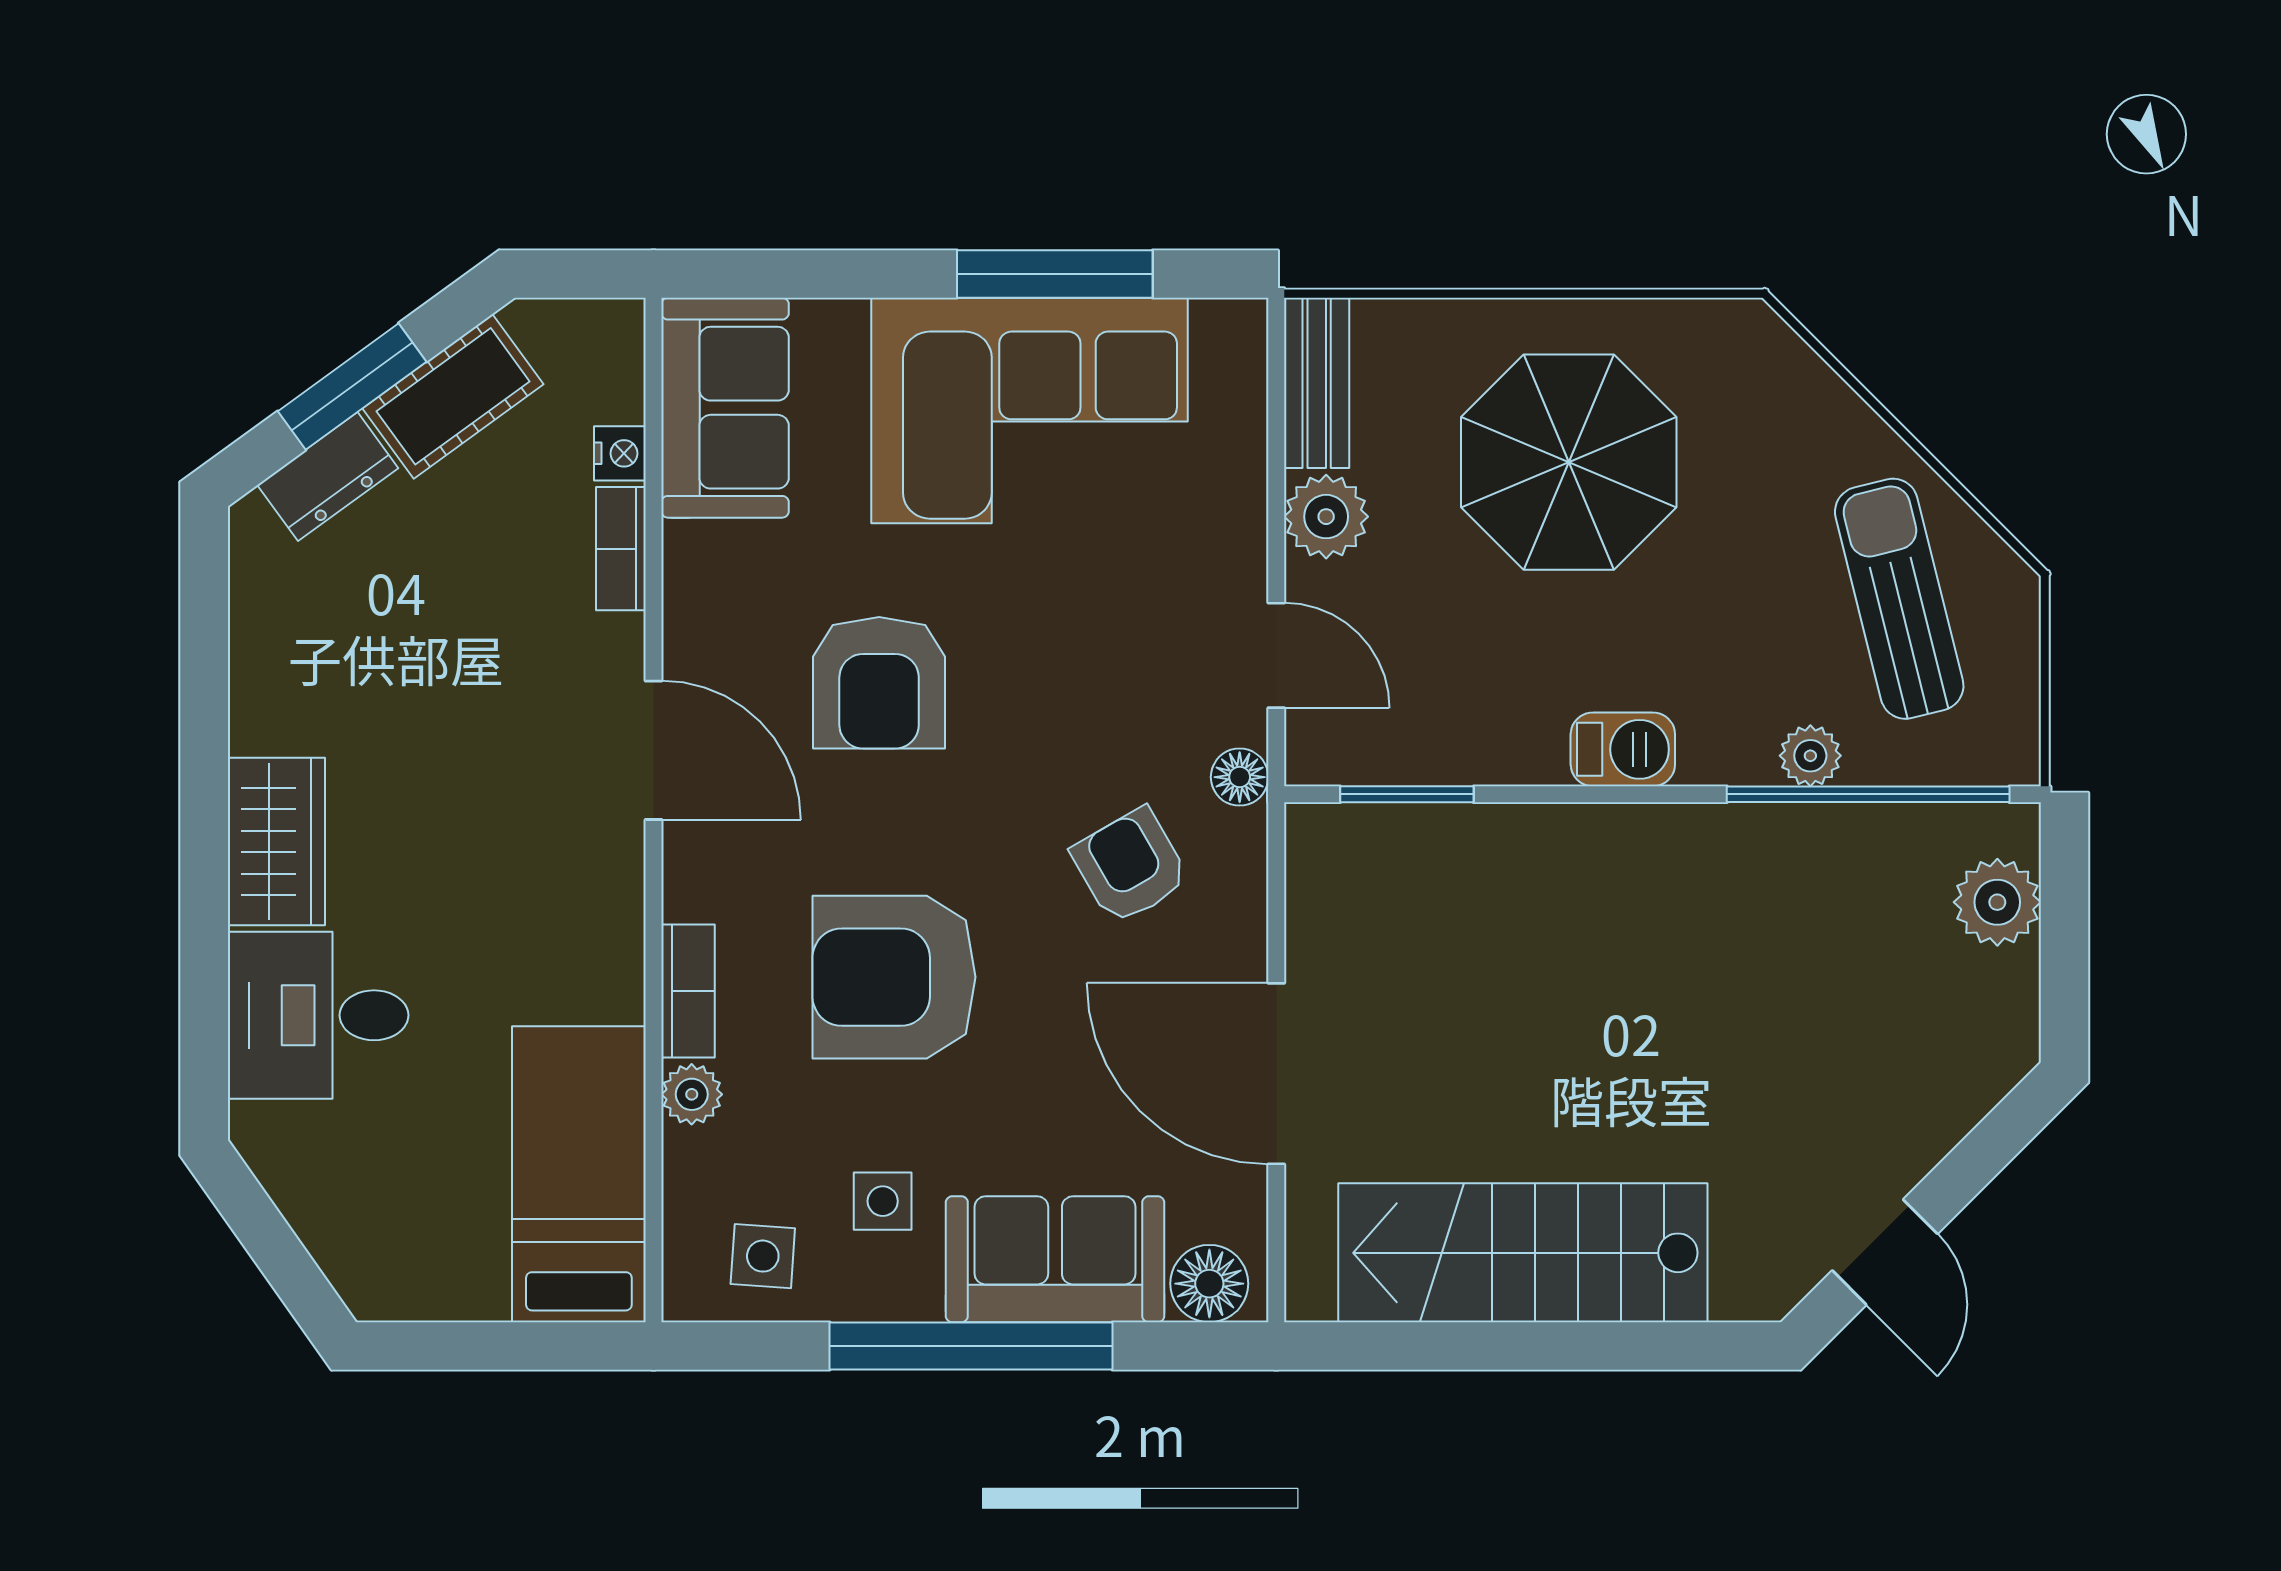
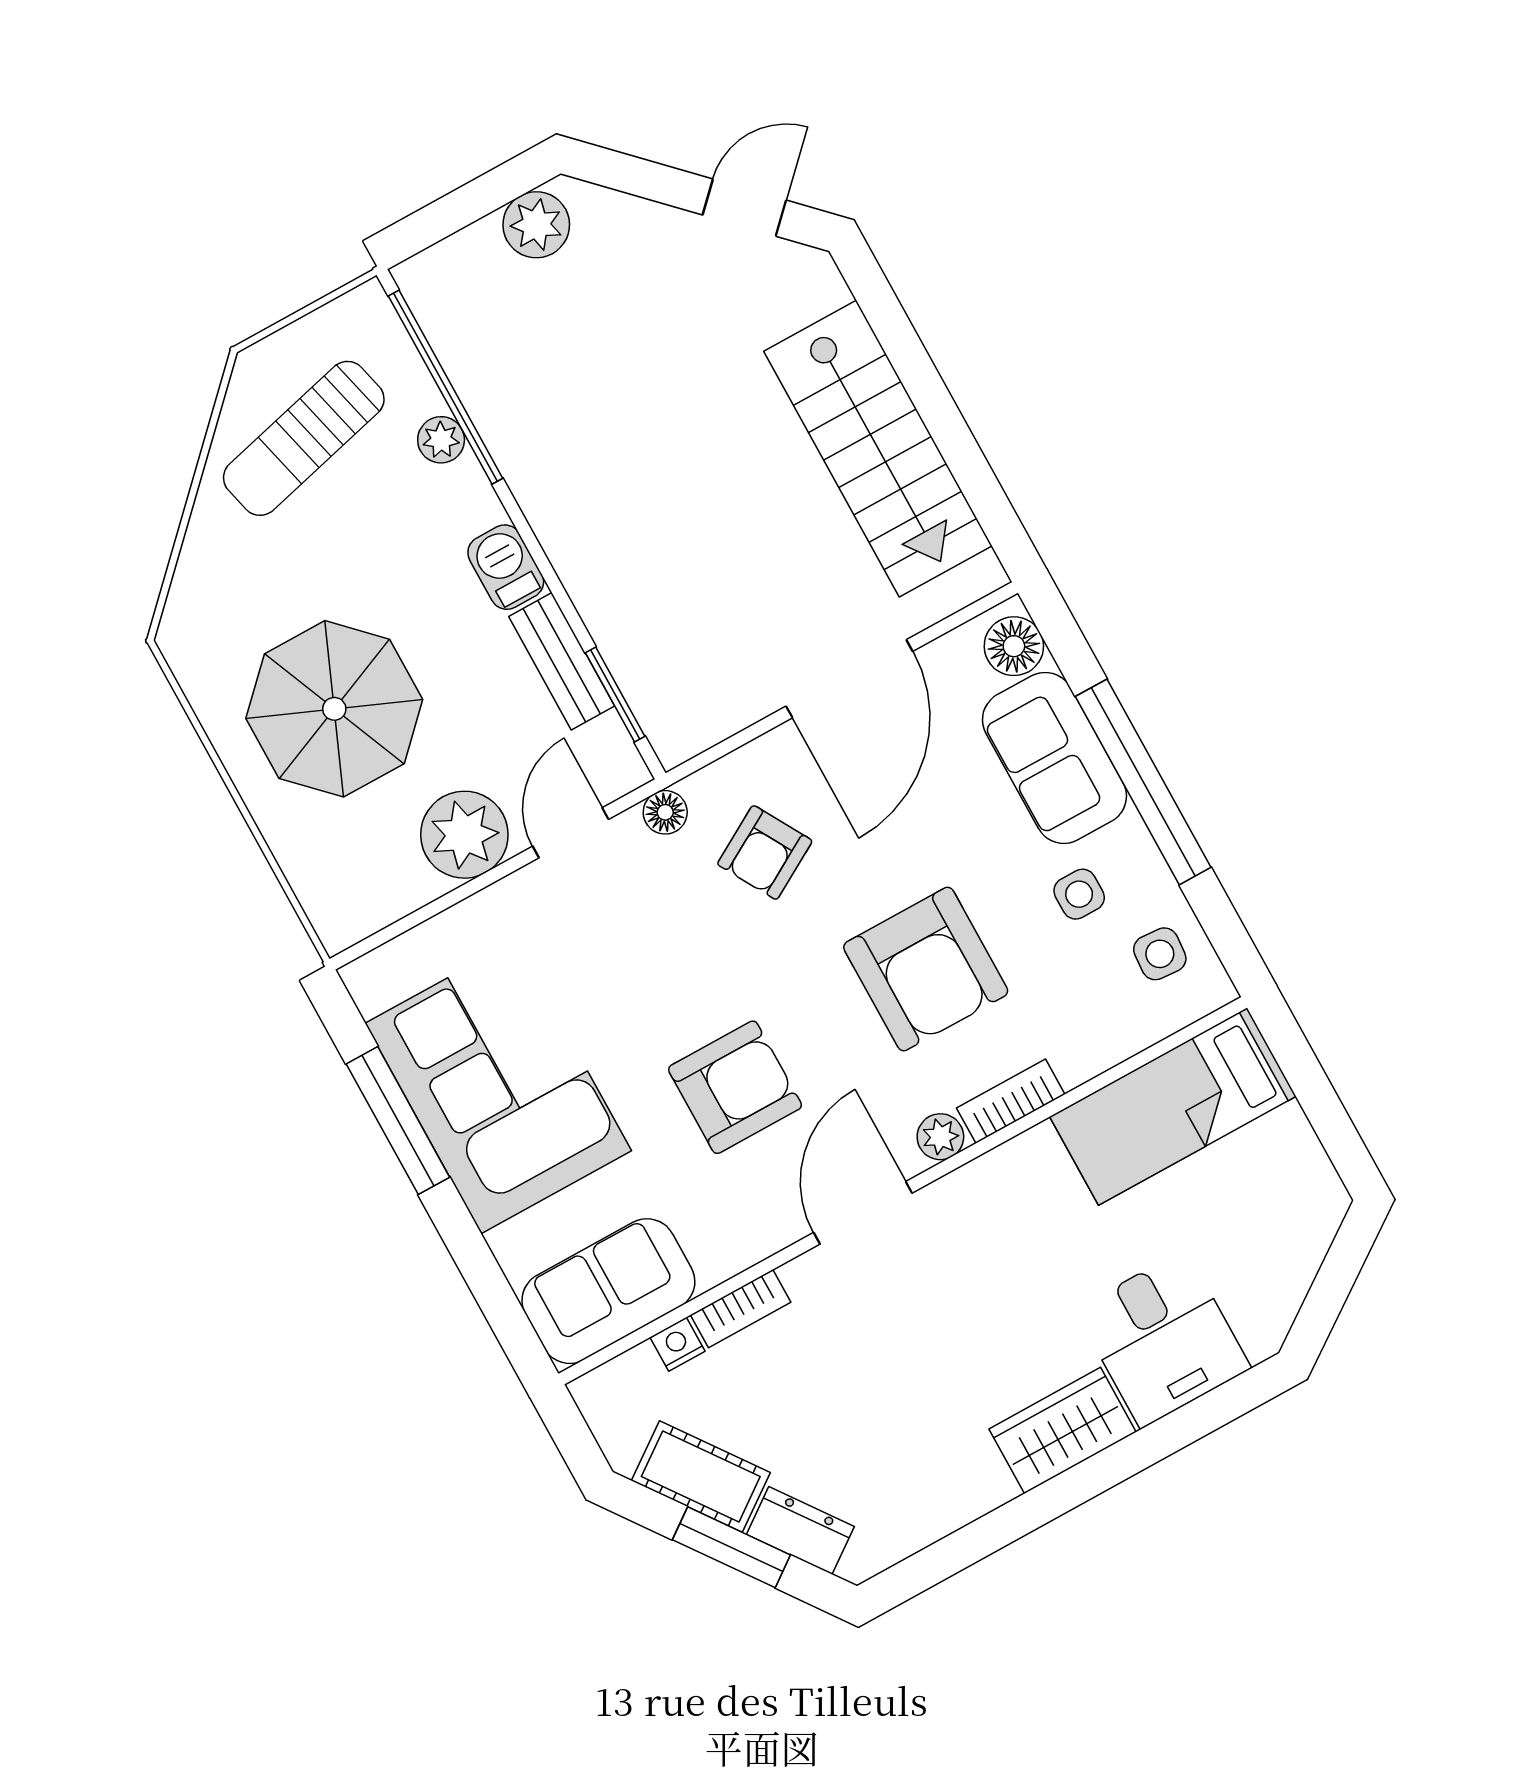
bench: (1317, 383) -> (562, 661), moved, turned 90
plant: (1326, 517) -> (464, 835), width x1.36, depth x1.36
plant: (1997, 902) -> (536, 225), moved
plant: (692, 1094) -> (940, 1137), moved

